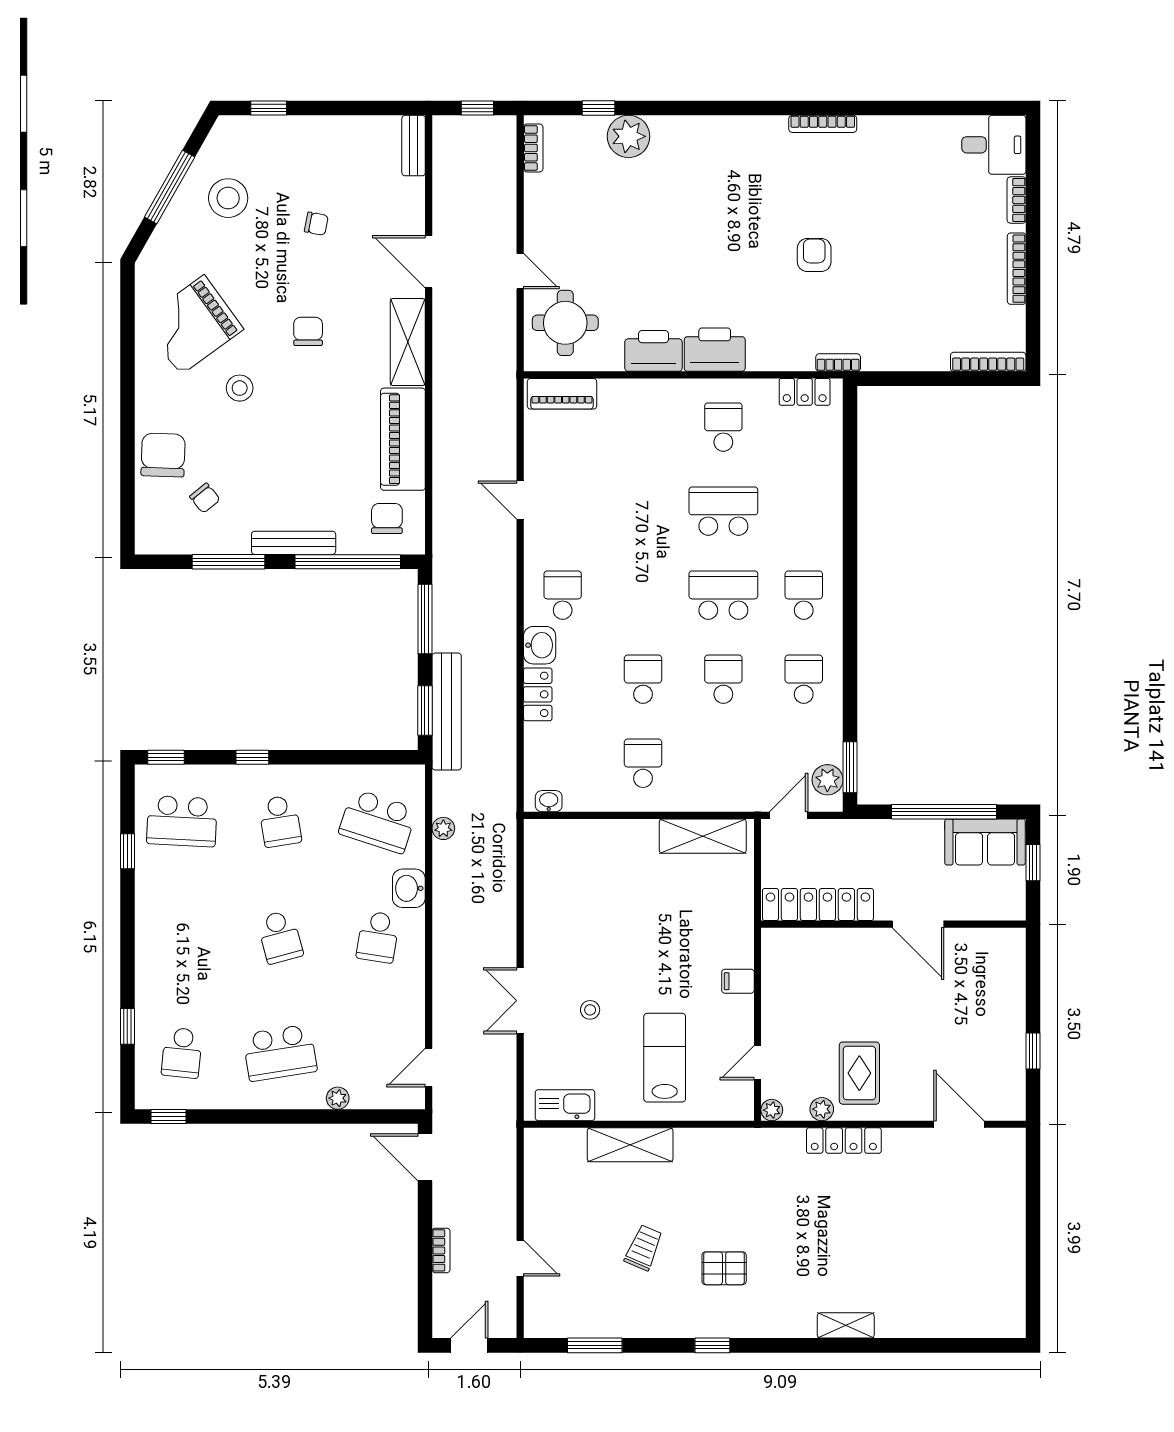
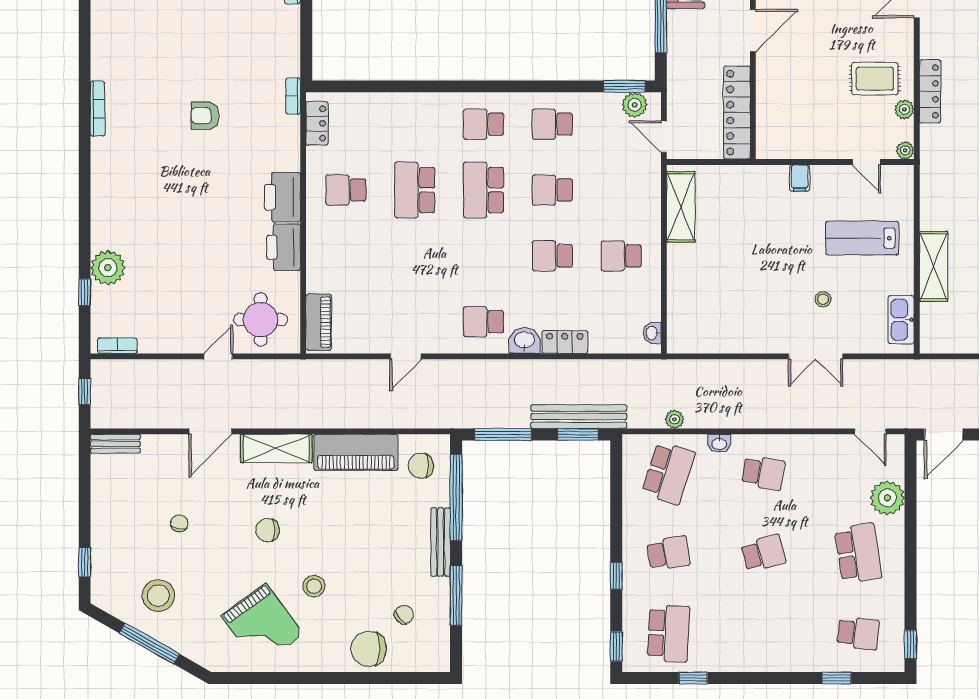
washbasin: (409, 888) -> (719, 443), width x0.72, depth x0.69
plant: (338, 1098) -> (887, 498), width x1.88, depth x1.88

